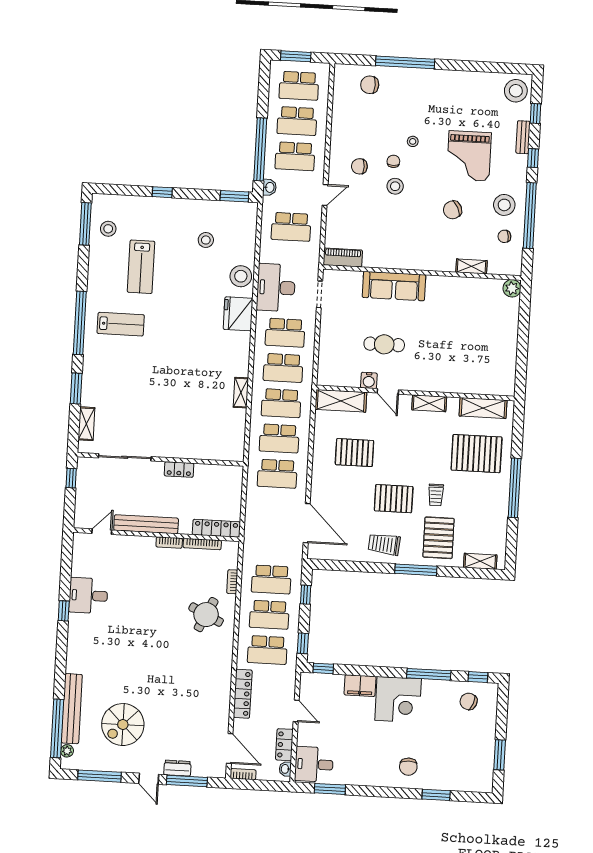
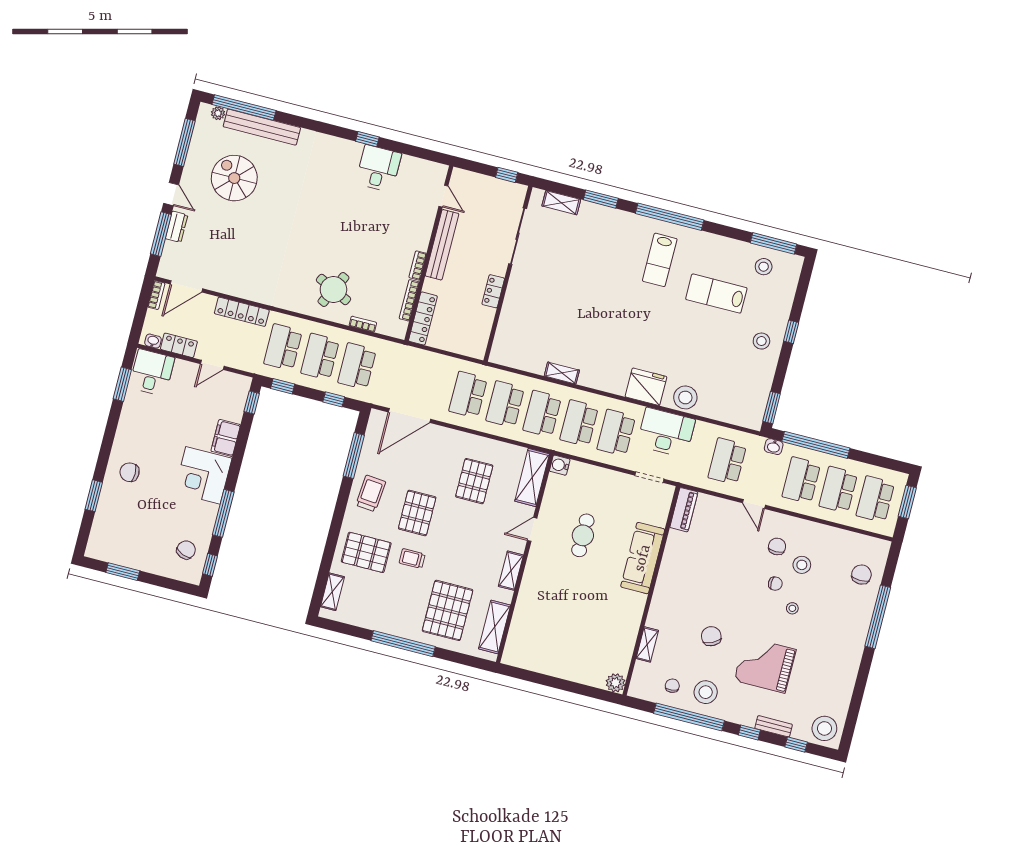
stool: (395, 186) -> (802, 565), moved
stool: (206, 240) -> (761, 341), moved
water cooler: (369, 380) -> (560, 465), moved
window: (416, 570) -> (354, 456), moved
door: (149, 779) -> (171, 194), swing flipped

